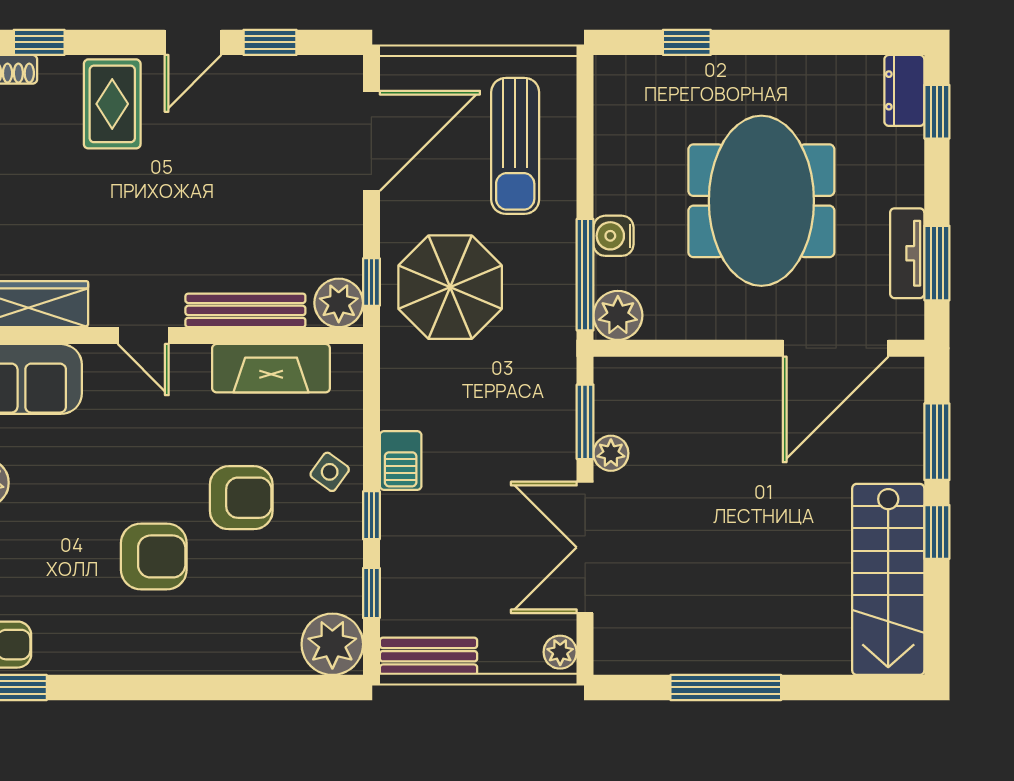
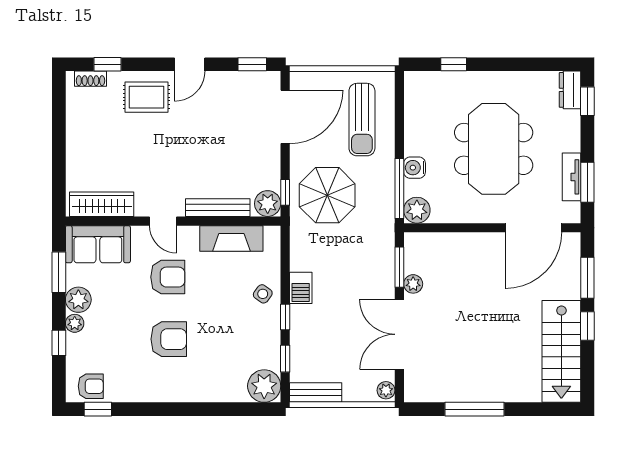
window: (270, 42) -> (252, 64), moved
rug: (112, 104) -> (146, 97), turned 90
armchair: (241, 498) -> (168, 277), moved

